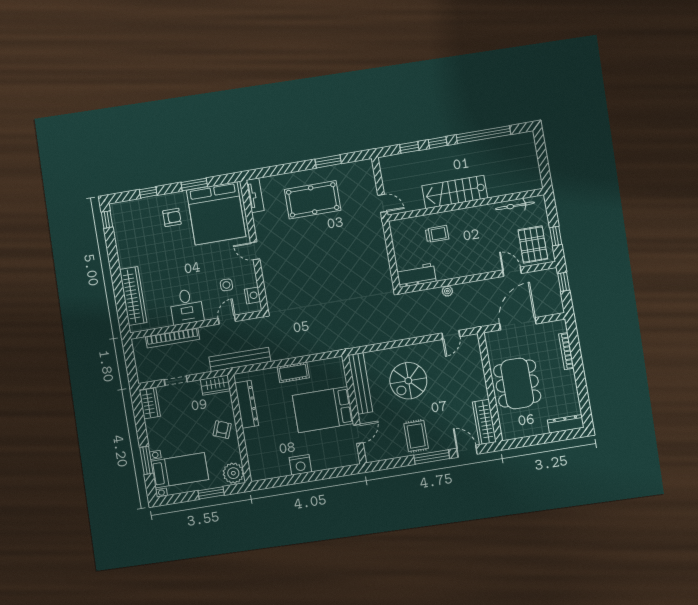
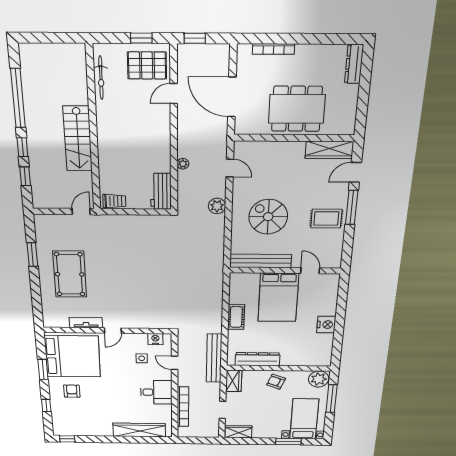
tv unit: (255, 195) -> (86, 323), moved
trolley: (437, 234) -> (114, 201), moved, turned 90
plant: (411, 330) -> (217, 206), added
spiral stairs: (408, 381) -> (268, 217), turned 180
window: (211, 493) -> (332, 399), width x1.44

